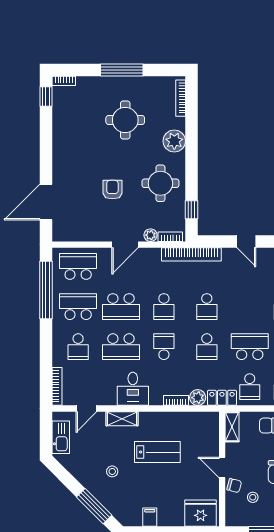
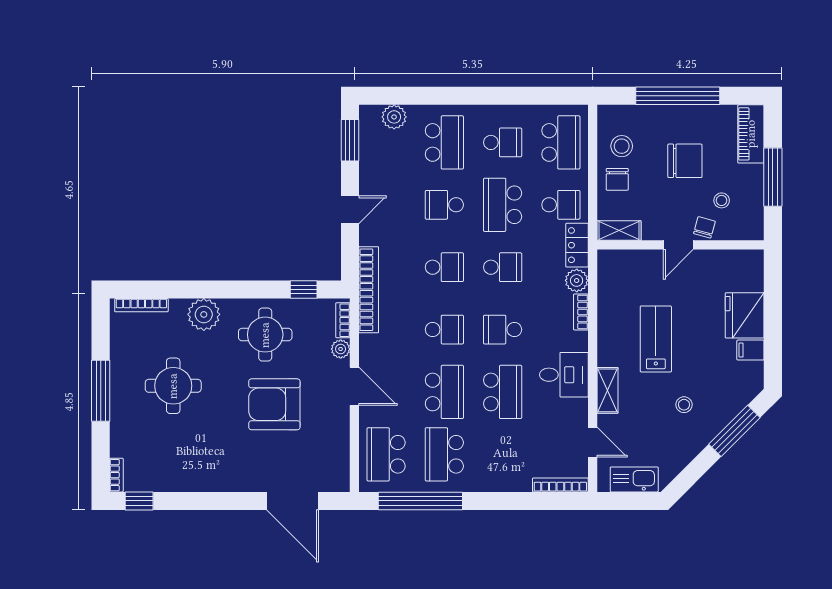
armchair: (112, 190) -> (274, 404), width x1.88, depth x1.88
school desk: (78, 347) -> (444, 205), moved, turned 180
fridge: (201, 513) -> (745, 315), moved

